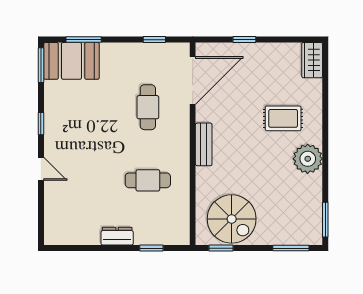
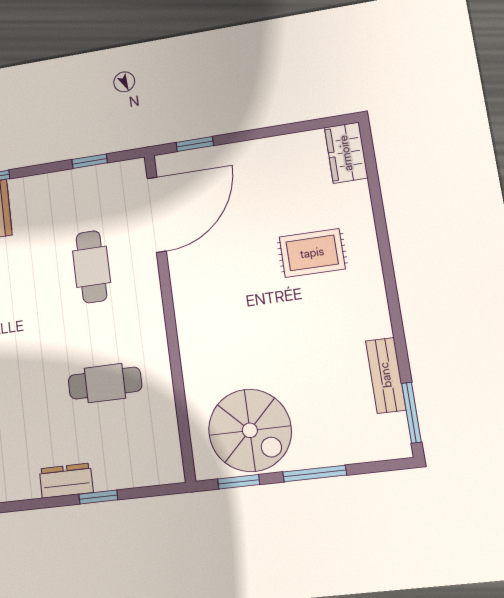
window: (244, 40) -> (195, 144), moved
bench: (204, 144) -> (386, 375), moved
plant: (308, 159) -> (364, 313), removed
window: (151, 248) -> (98, 497), moved
window: (291, 248) -> (315, 473), moved

